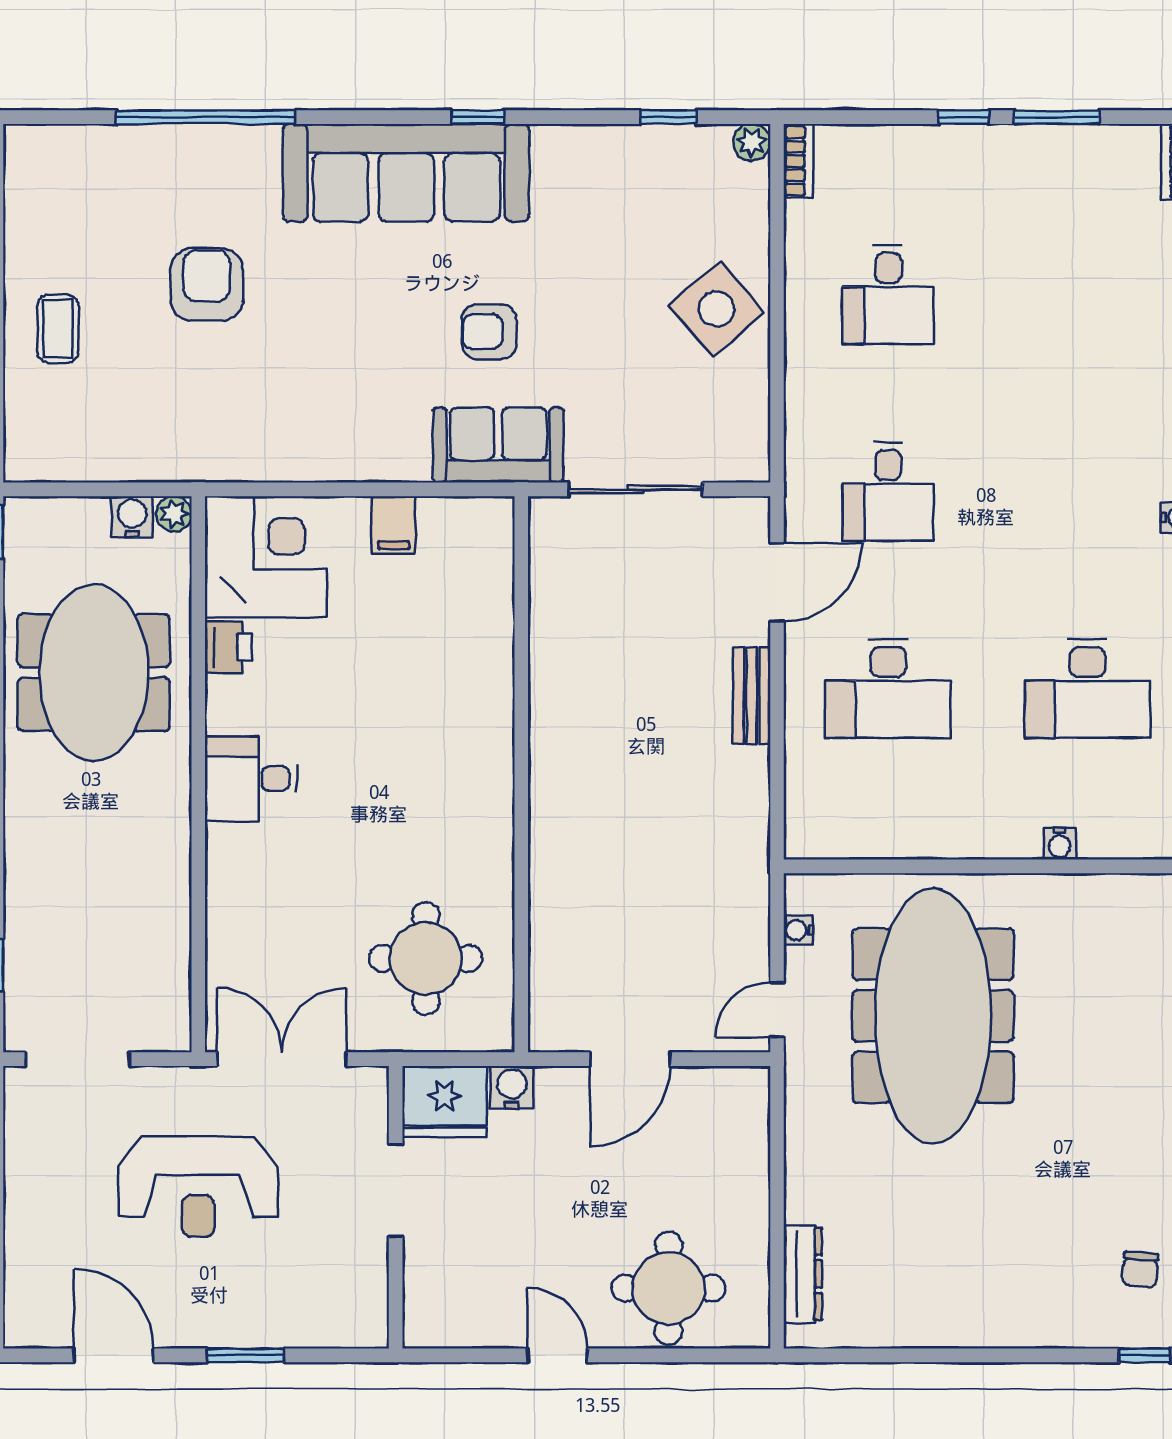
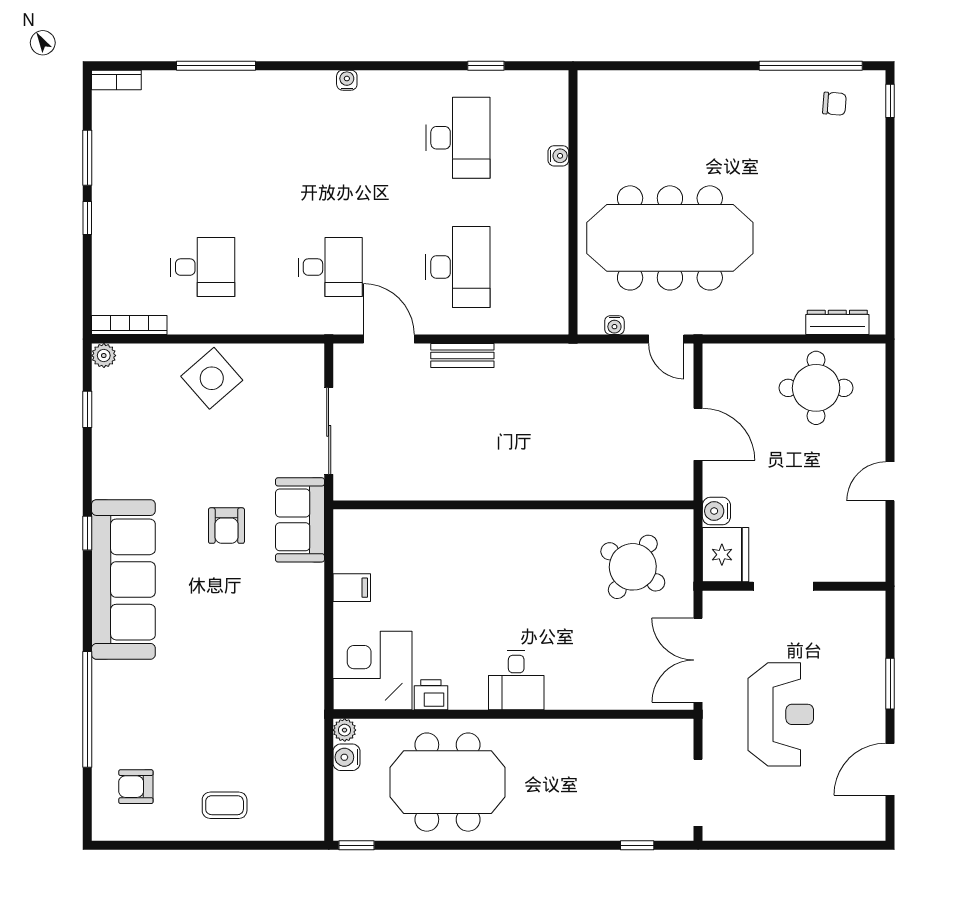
bookcase: (799, 161) -> (129, 325), width x1.56
armchair: (207, 284) -> (136, 787), moved, width x0.72, depth x0.72
round table: (426, 958) -> (633, 567), turned 34
round table: (669, 1288) -> (816, 388), moved

